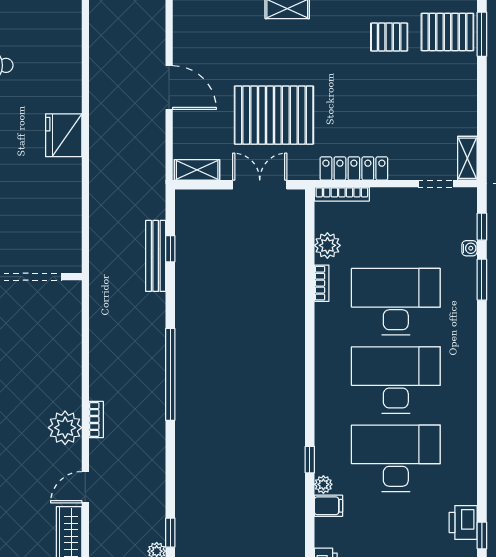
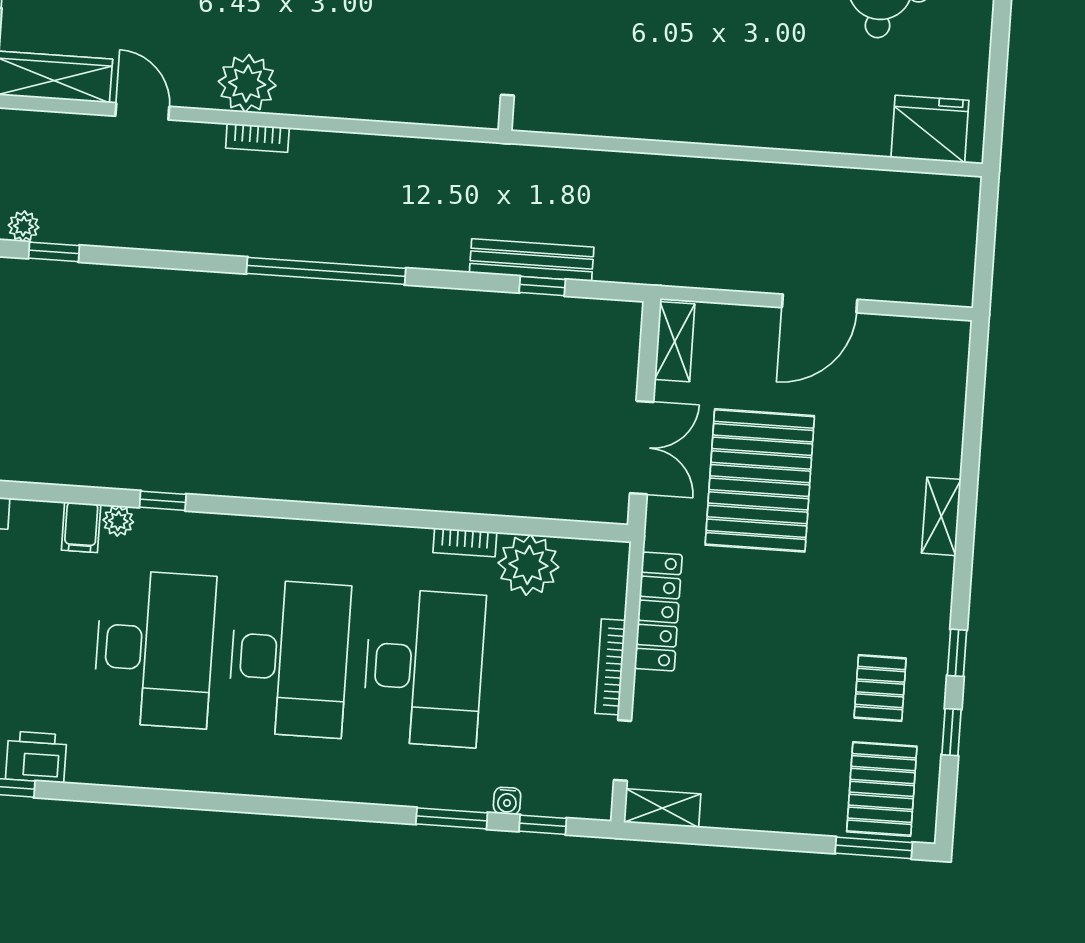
fridge: (64, 135) -> (930, 129), moved
bookcase: (342, 194) -> (610, 667), moved
plant: (327, 245) -> (528, 565), width x1.36, depth x1.36

